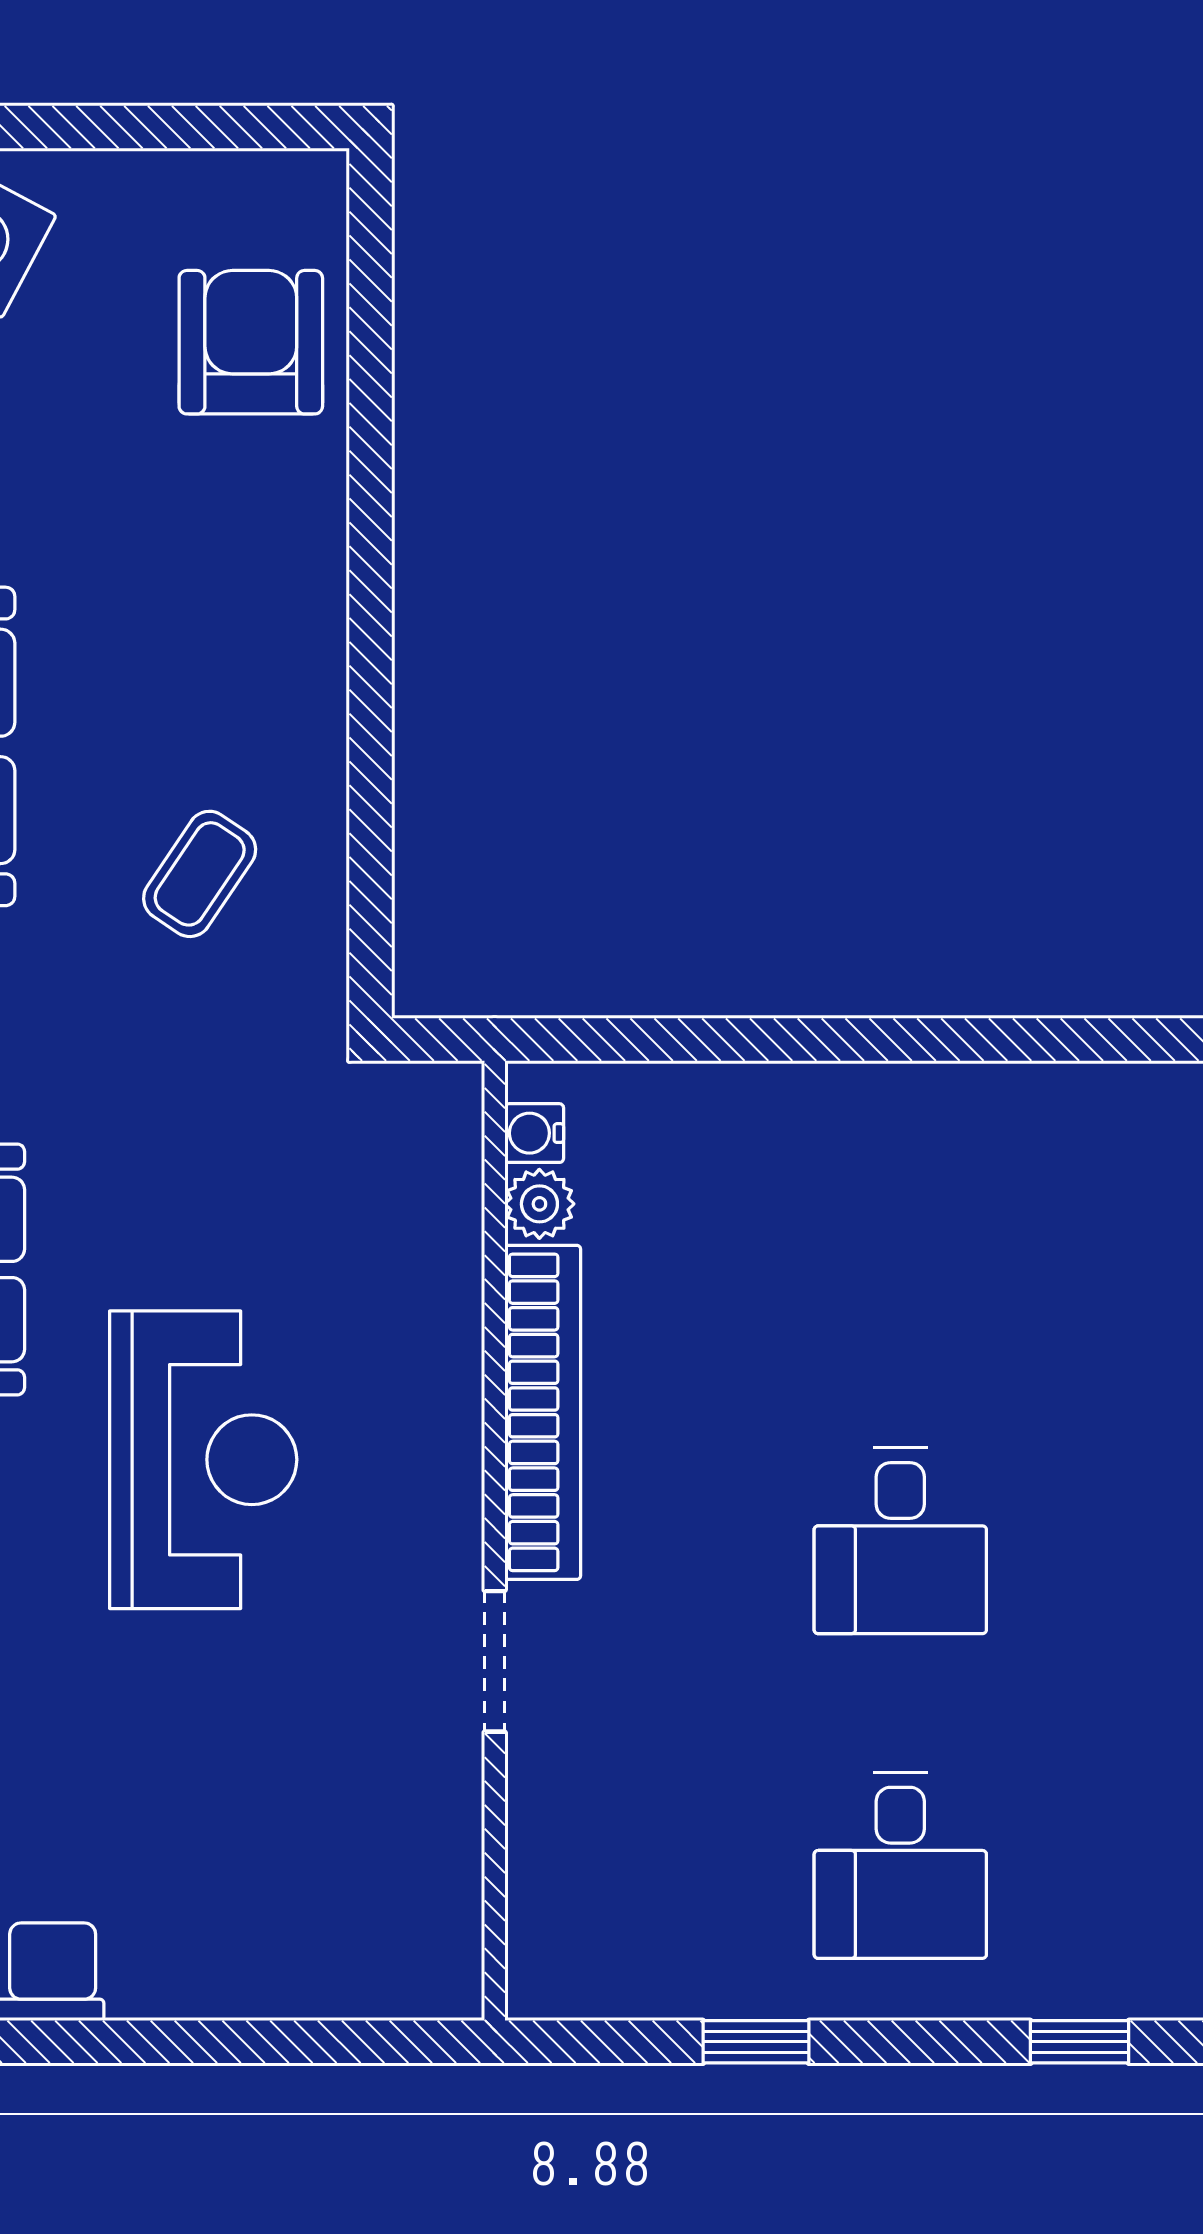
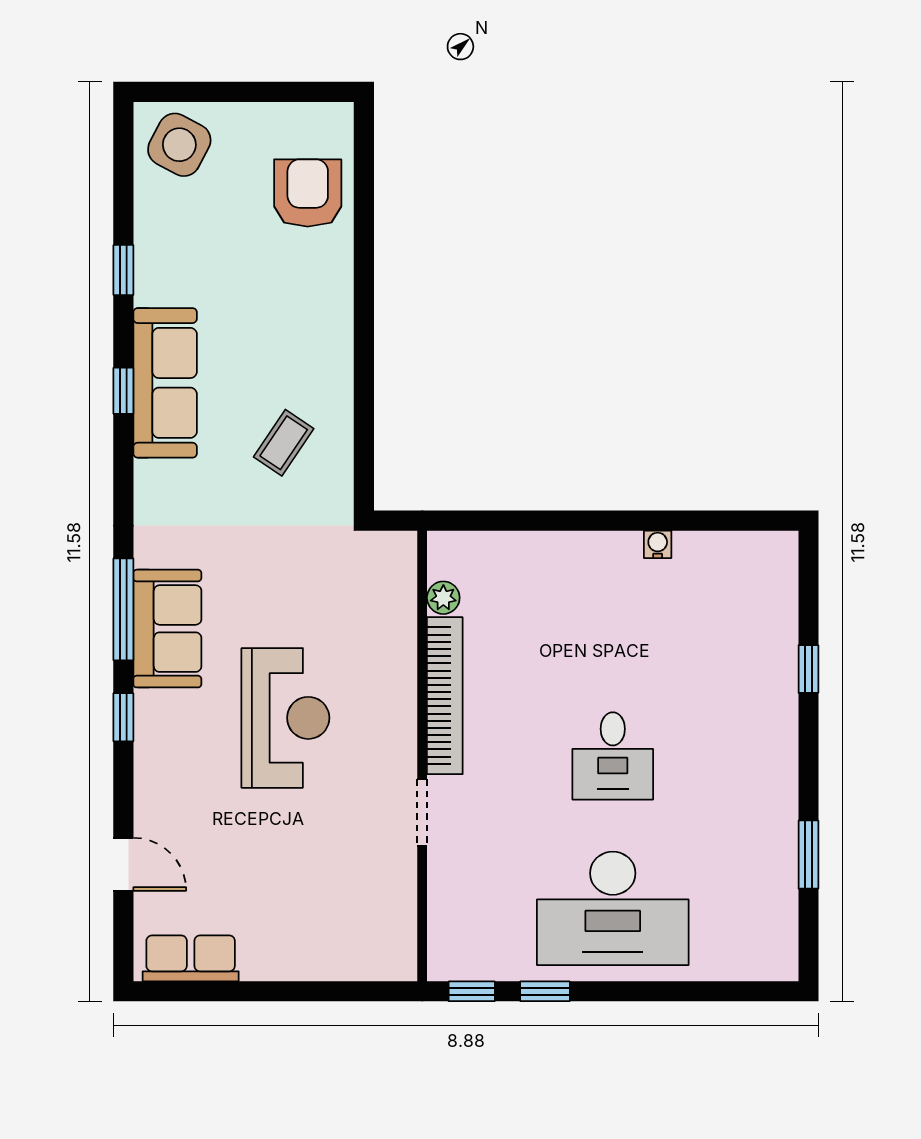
water cooler: (534, 1133) -> (658, 544), moved, turned 90
desk: (900, 1865) -> (613, 908), width x1.87, depth x1.30
window: (1080, 2042) -> (472, 991), moved

